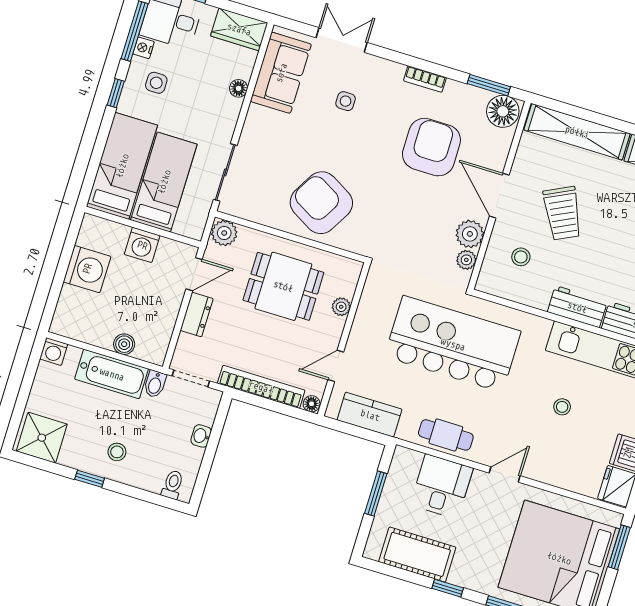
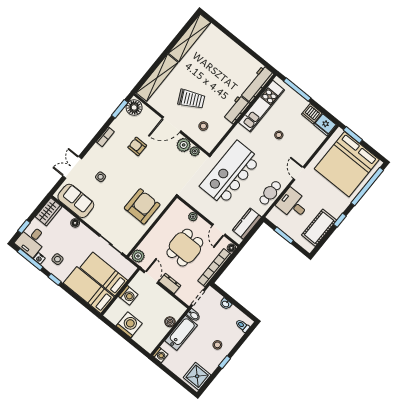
armchair: (431, 147) -> (137, 146), width x0.53, depth x0.53
armchair: (321, 203) -> (142, 206), turned 150
dining table: (283, 286) -> (185, 248), moved

